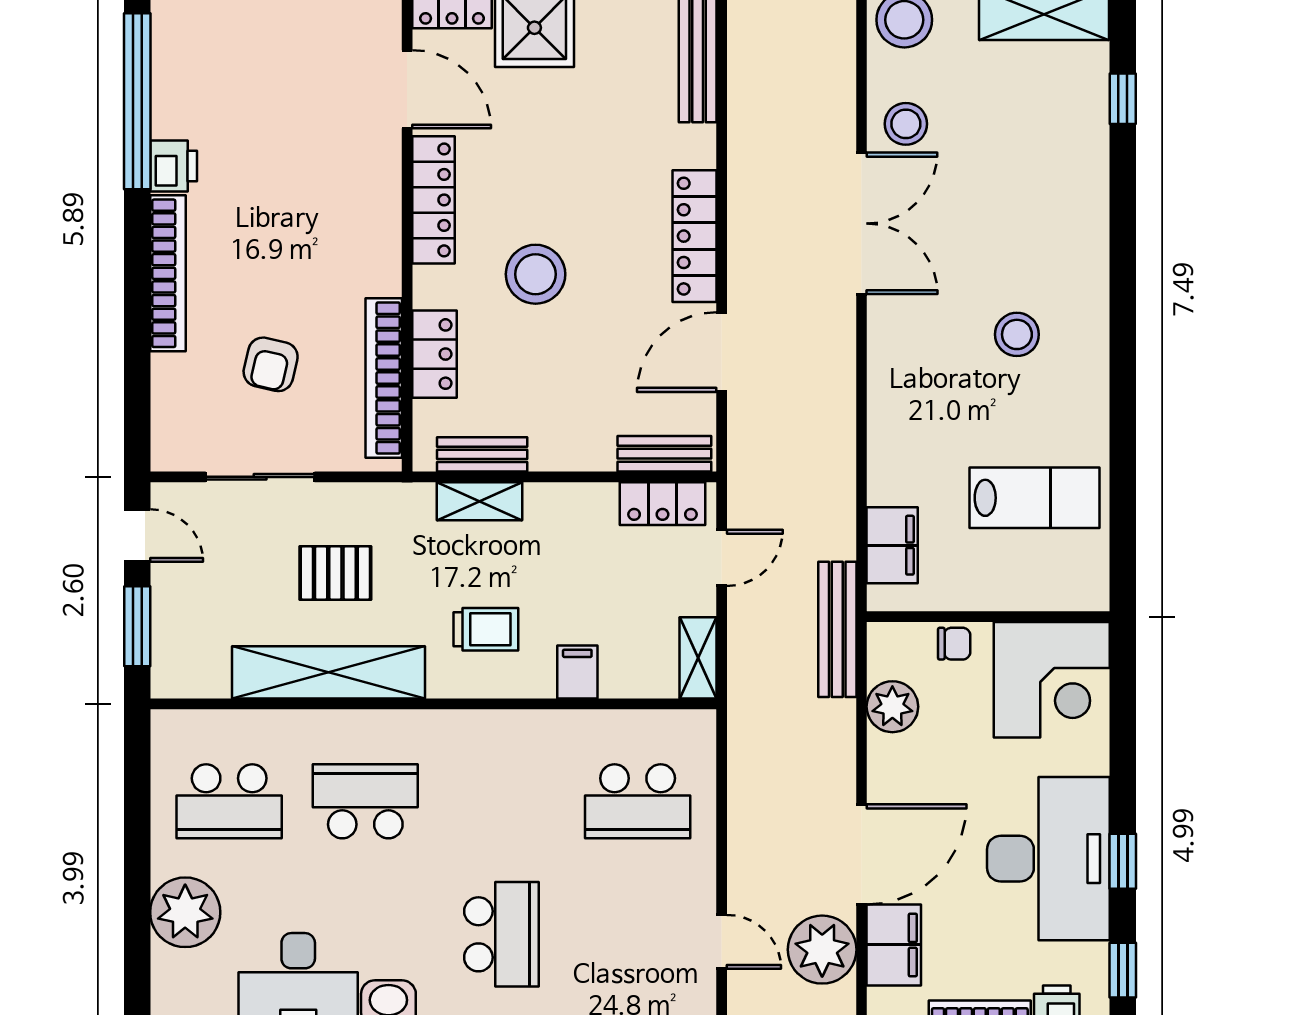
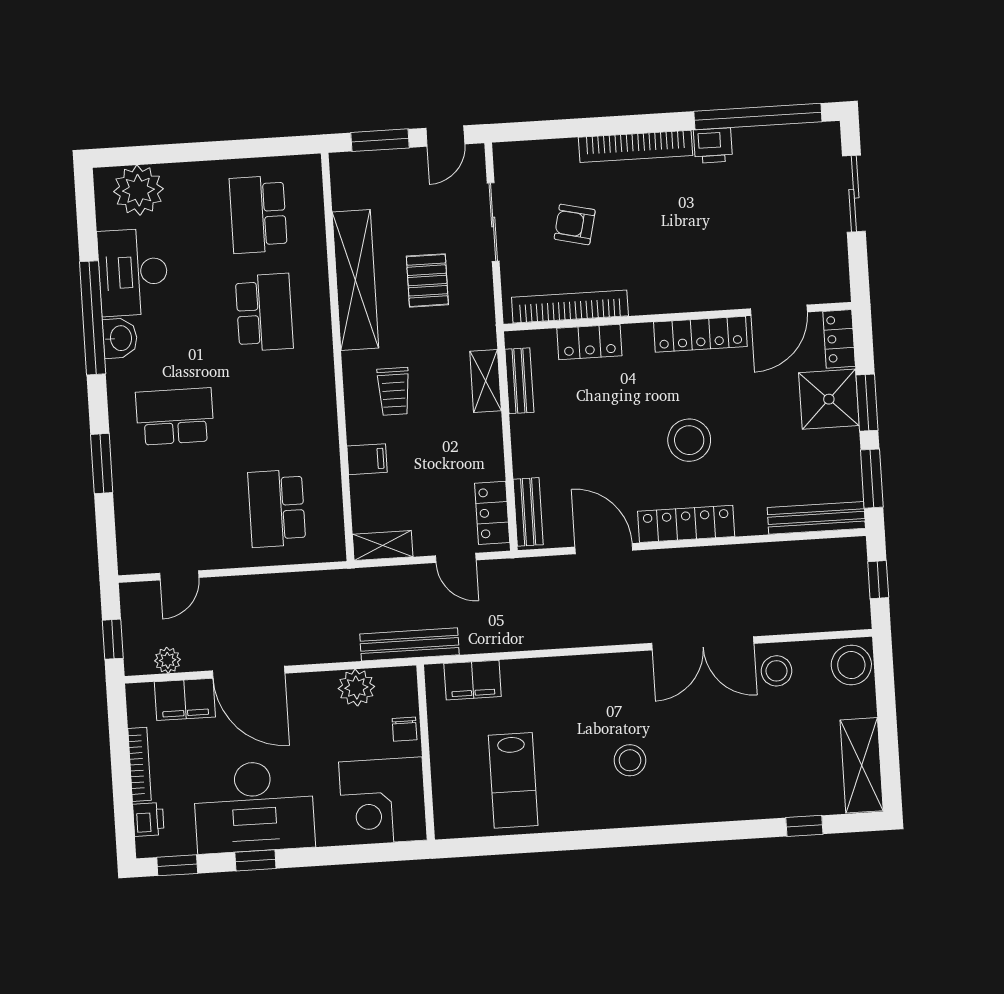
stool: (536, 274) -> (689, 440), moved
plant: (185, 912) -> (138, 190), moved
school desk: (501, 934) -> (175, 416), turned 180
plant: (822, 950) -> (168, 660), width x0.53, depth x0.53

